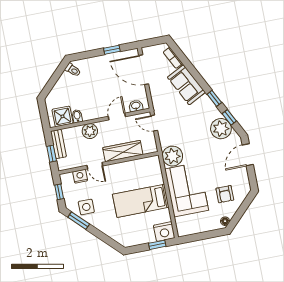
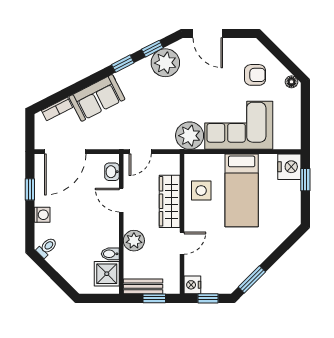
washing machine: (95, 62) -> (42, 215), added
nightstand: (80, 176) -> (192, 285), moved
side table: (86, 207) -> (201, 191), moved

